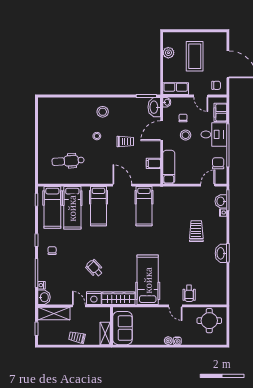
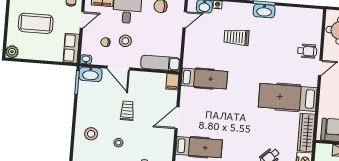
plant: (168, 53) -> (12, 52), moved
filing cabinet: (153, 163) -> (172, 82), moved
door: (208, 185) -> (185, 20), swing flipped
hospital bed: (144, 206) -> (204, 79), moved

